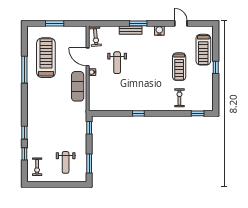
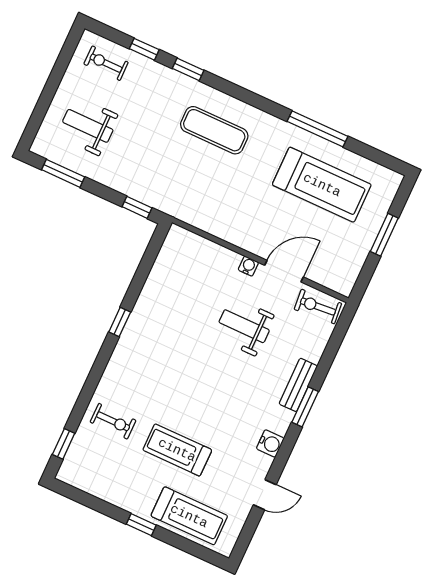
treadmill: (203, 50) -> (189, 516), turned 180
exercise mat: (78, 86) -> (214, 130), moved

